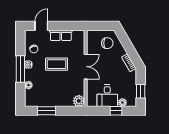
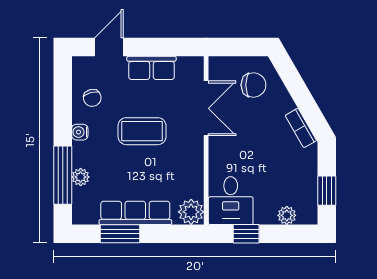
double door: (86, 67) -> (206, 108), moved
window: (20, 69) -> (63, 175), moved
desk: (107, 96) -> (231, 201), moved
row of seats: (53, 101) -> (135, 213), added
window: (116, 111) -> (246, 234), moved

